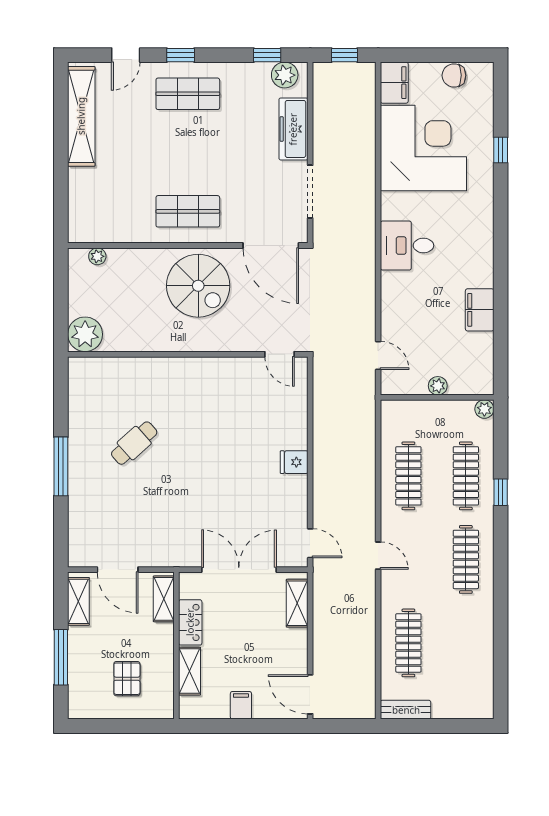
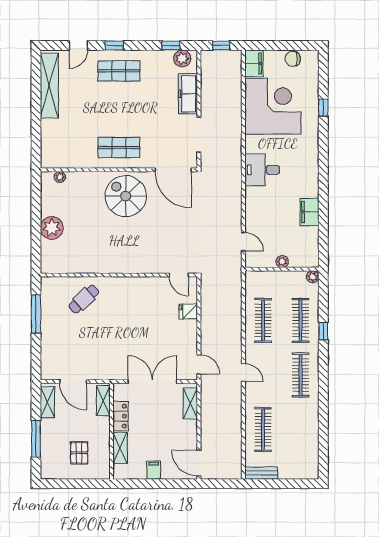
spiral stairs: (198, 286) -> (126, 196), turned 180
wall: (188, 354) -> (119, 275), moved
door: (279, 354) -> (179, 275), moved

